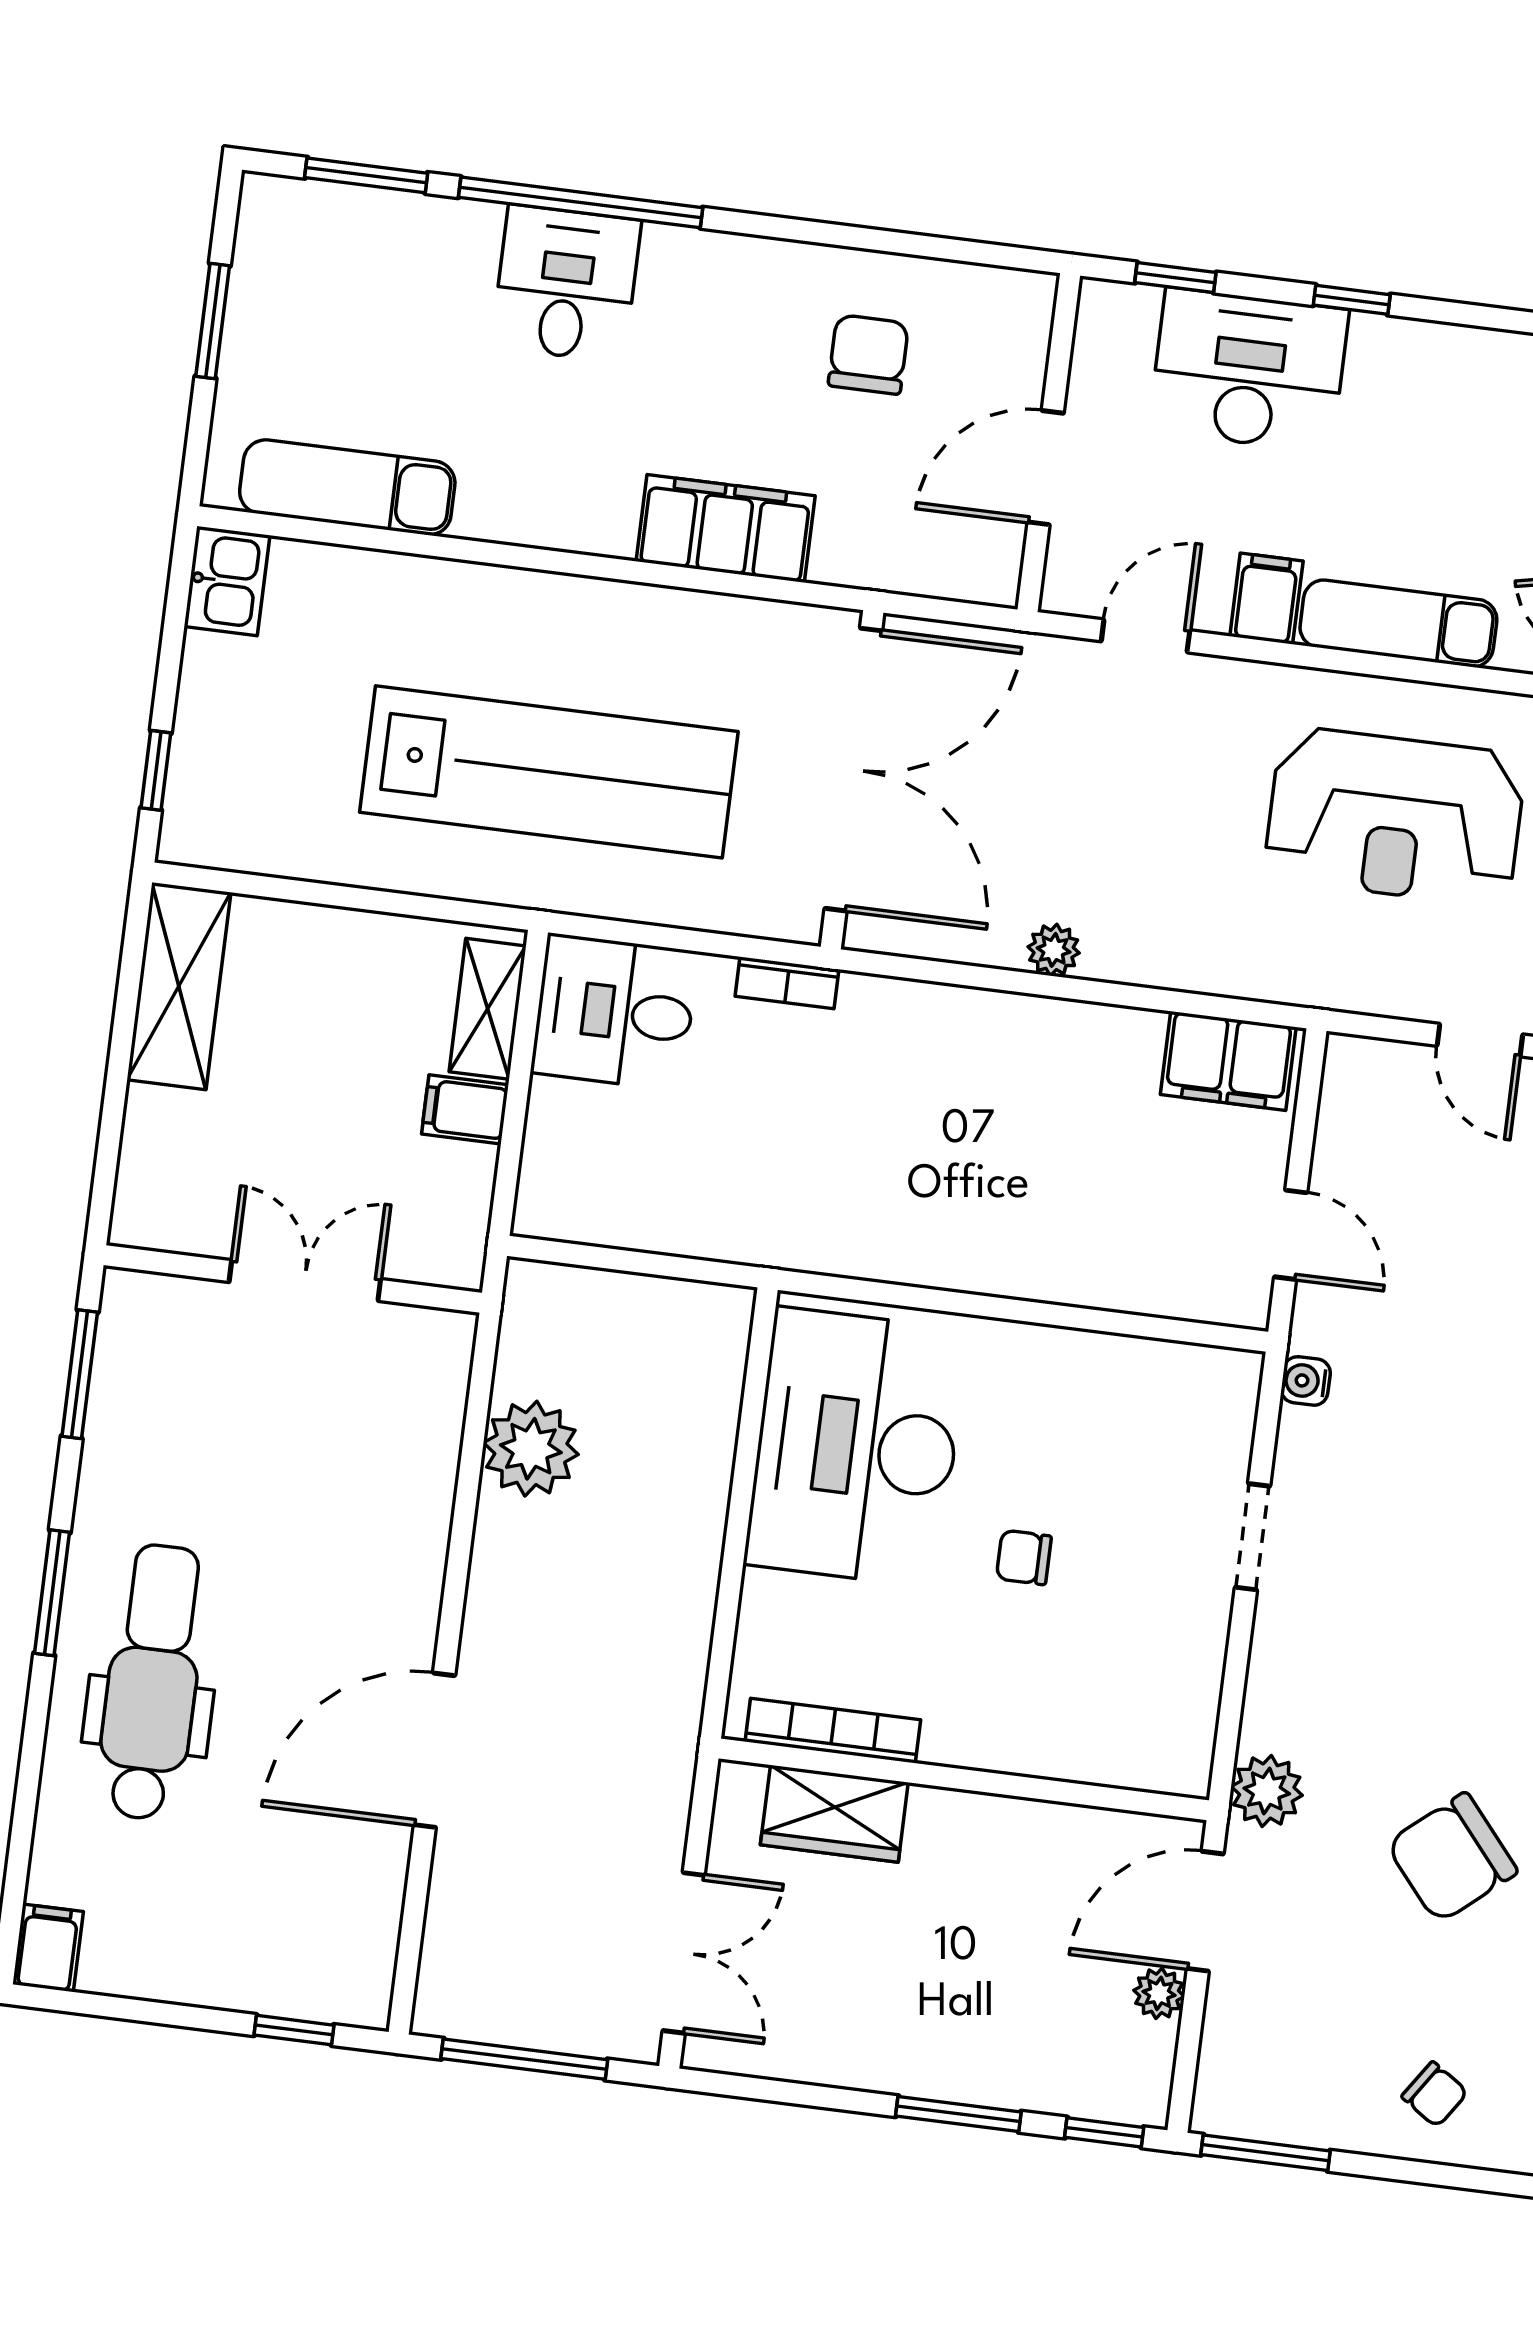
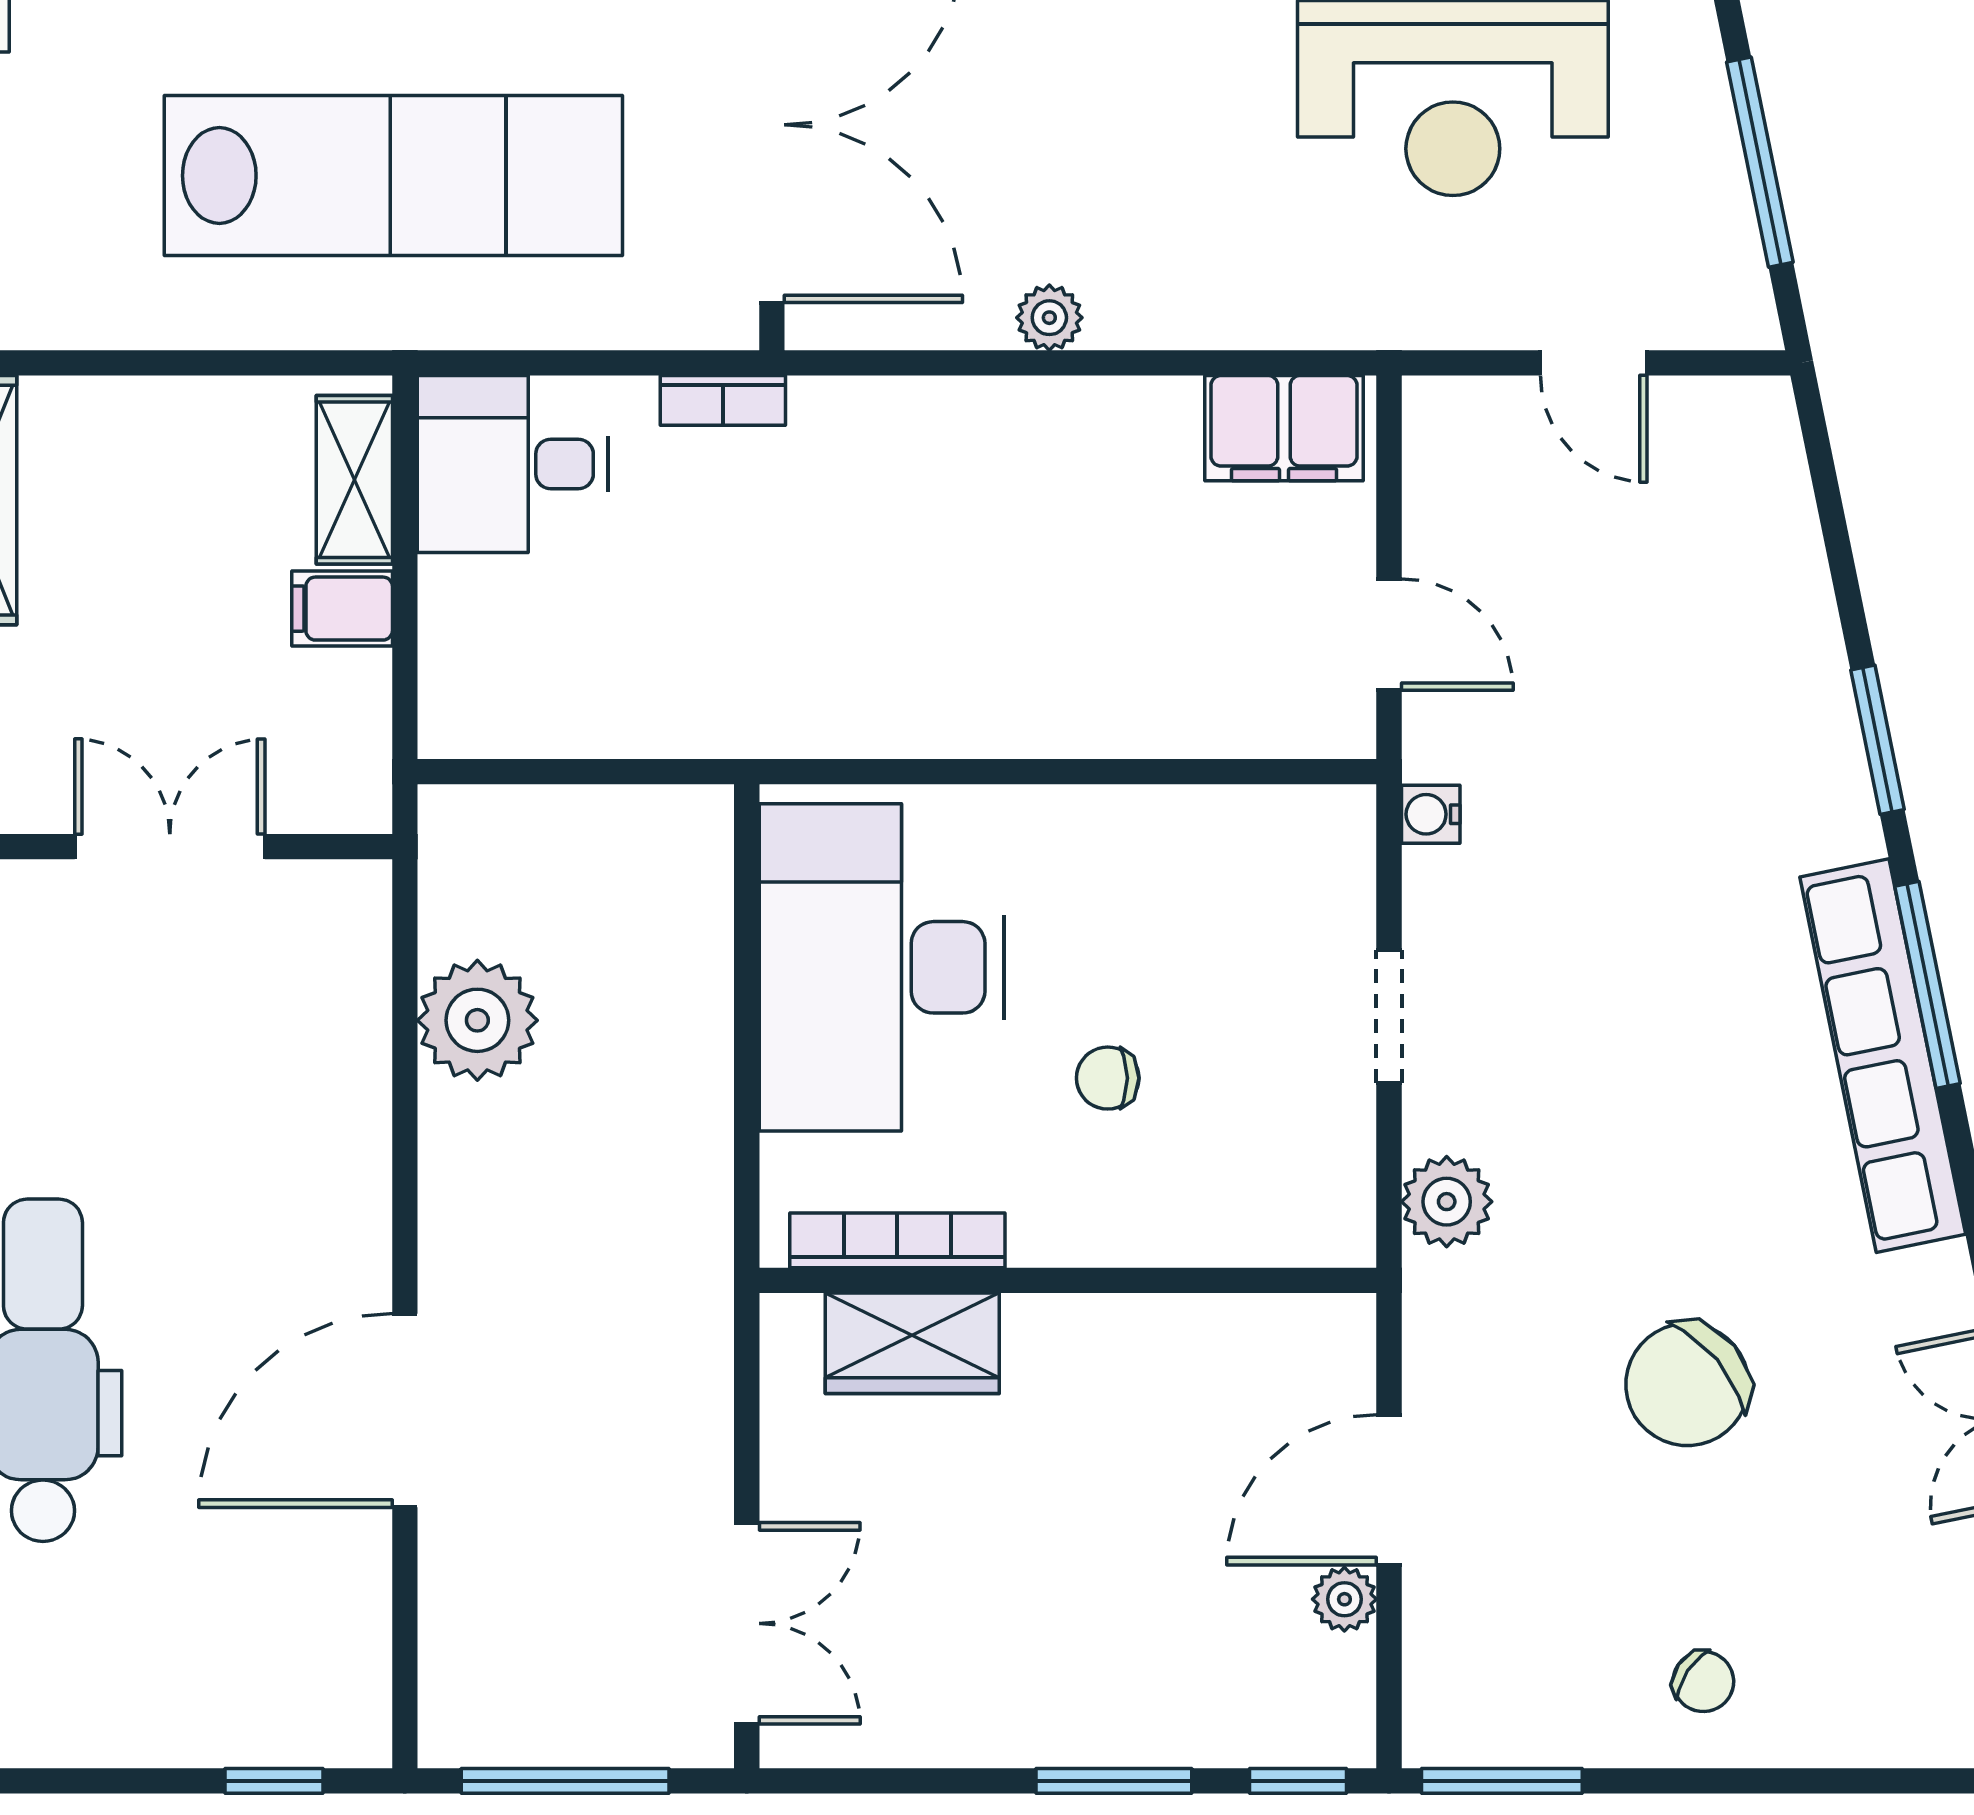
bookcase: (833, 1731) -> (897, 1240), moved
wall: (964, 1779) -> (1068, 1280), moved
plant: (1267, 1791) -> (1447, 1202), moved
wardrobe: (834, 1814) -> (912, 1343), moved

